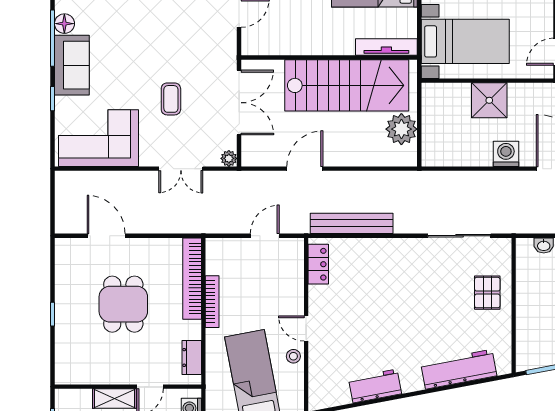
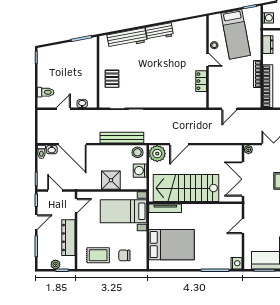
plant: (401, 129) -> (157, 154), moved
stool: (439, 153) -> (137, 152), added
washing machine: (506, 154) -> (140, 171), moved, turned 90
door: (305, 169) -> (179, 144), moved
bench: (352, 223) -> (122, 138), moved
locker: (318, 264) -> (201, 81), moved
workbench: (375, 386) -> (159, 32), moved

